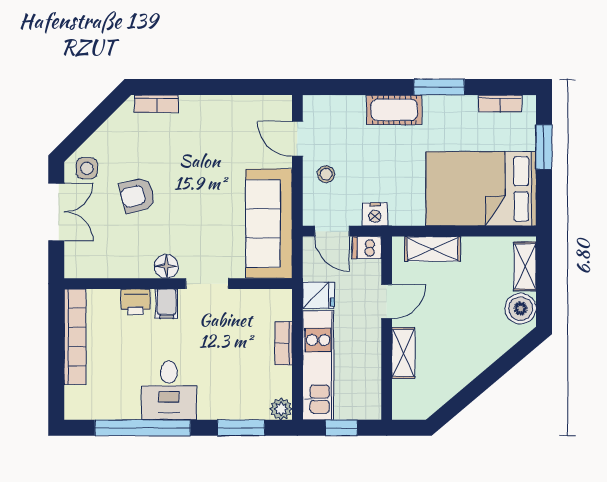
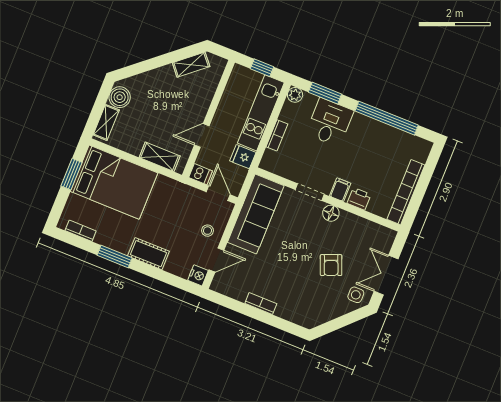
bookcase: (156, 104) -> (261, 303), moved
door: (297, 139) -> (216, 260), hinge flipped
window: (544, 147) -> (71, 174), moved
armchair: (137, 195) -> (331, 265), turned 82
nightstand: (375, 214) -> (198, 275), moved, turned 90
shelving: (403, 353) -> (191, 65), moved, turned 50
desk: (169, 390) -> (330, 122), moved

